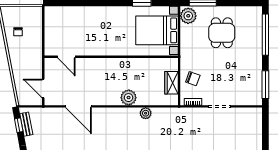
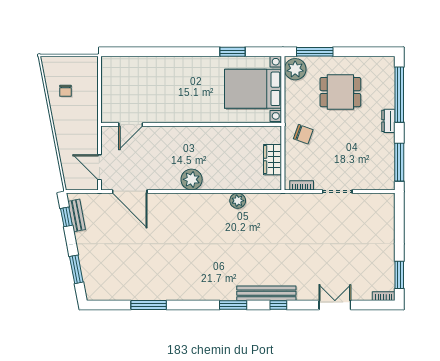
dining table: (222, 33) -> (340, 92), turned 90
dresser: (257, 54) -> (388, 121), added
door: (66, 57) -> (131, 125), hinge flipped
chair: (193, 79) -> (303, 134), moved
plant: (129, 98) -> (192, 179), moved
door: (78, 106) -> (130, 191), moved

